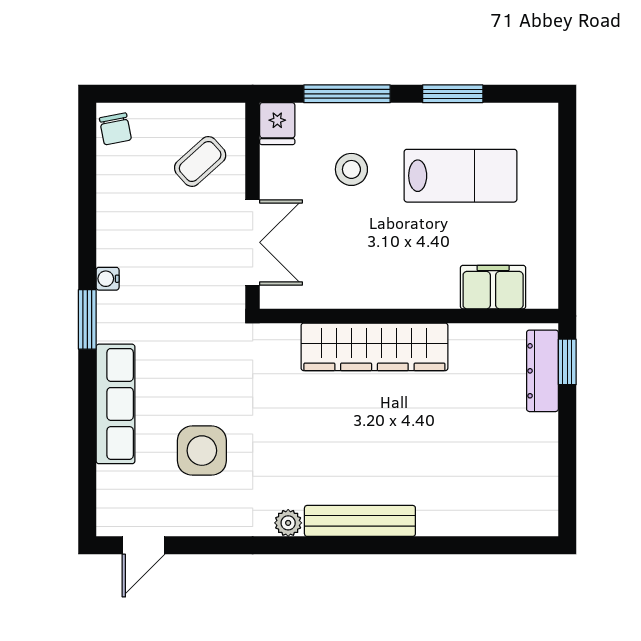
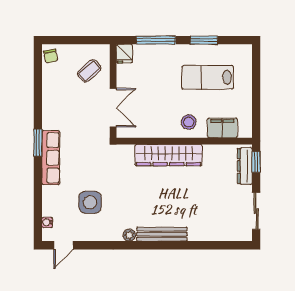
stool: (351, 169) -> (189, 122), moved
lab bench: (461, 176) -> (208, 77), turned 180
water cooler: (108, 279) -> (47, 222), moved
row of seats: (115, 404) -> (51, 158), moved
sliding door: (567, 470) -> (256, 211), added

